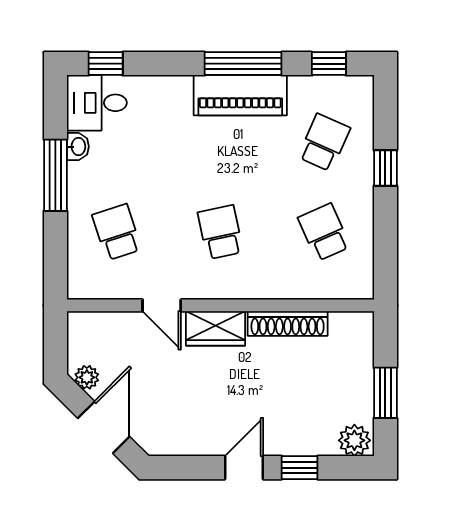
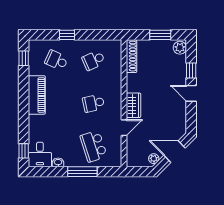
window: (243, 64) -> (24, 94), removed
window: (55, 175) -> (82, 172), moved
school desk: (117, 232) -> (94, 146), width x1.85
shoe rack: (288, 323) -> (131, 56), moved

